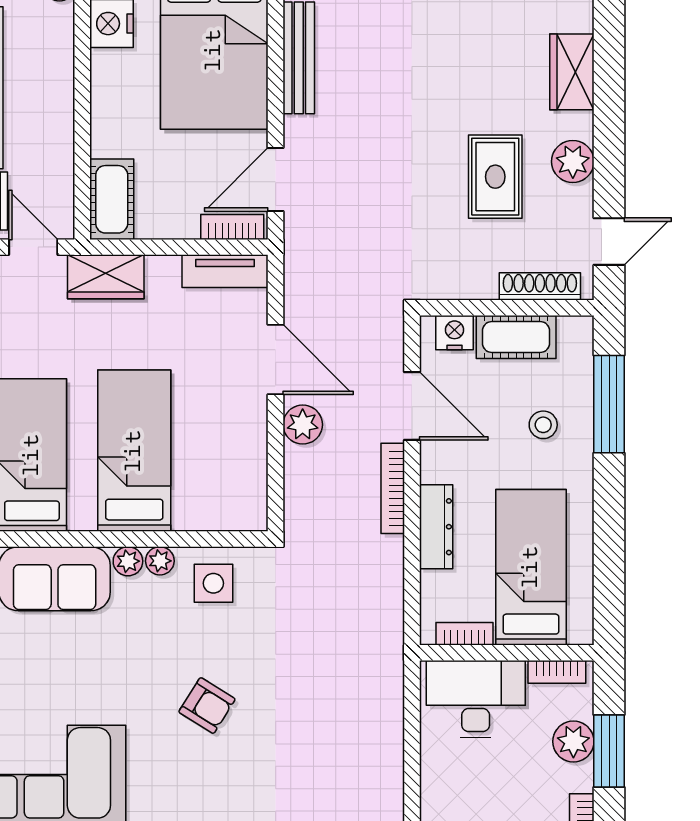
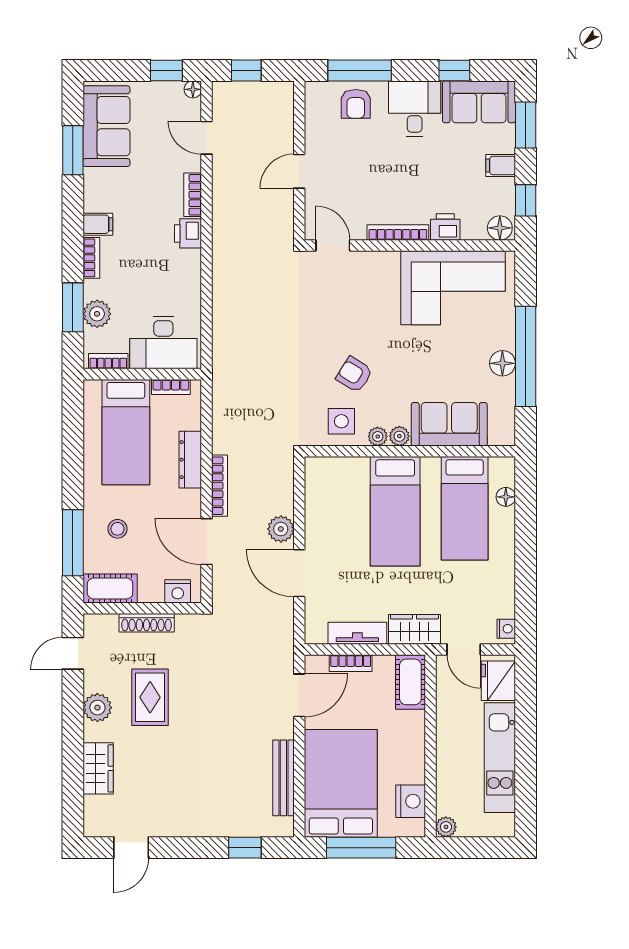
bookcase: (232, 227) -> (351, 663), moved
tv unit: (225, 271) -> (357, 633), moved
shoe rack: (540, 286) -> (147, 623), moved
cot: (516, 337) -> (110, 588), moved
armchair: (207, 706) -> (354, 375), moved

